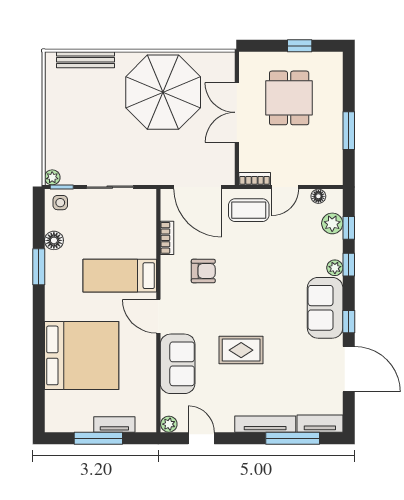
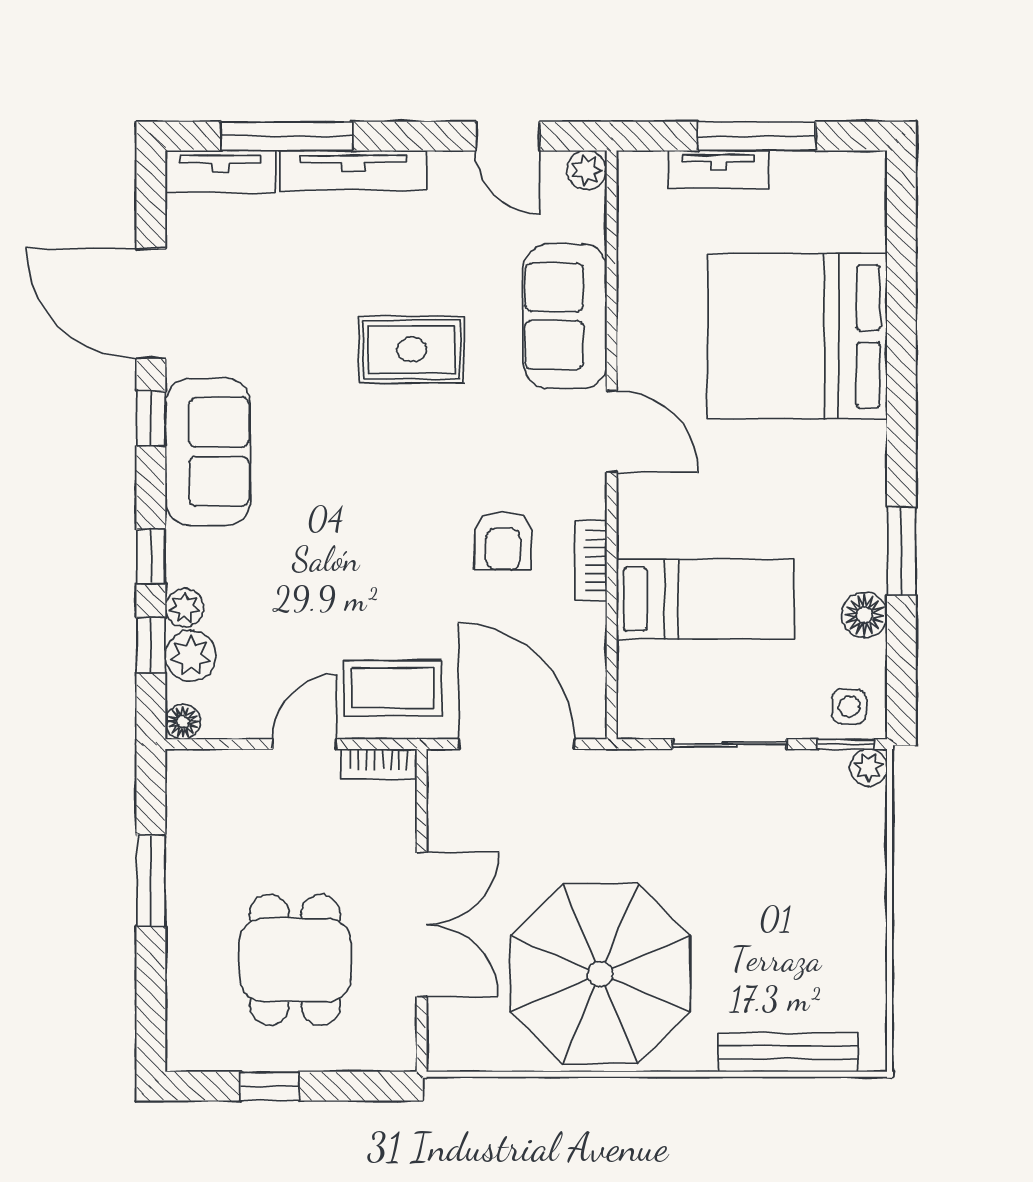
floor lamp: (318, 196) -> (183, 722), moved
bookcase: (167, 238) -> (591, 561), moved
plant: (335, 268) -> (184, 607), moved
armchair: (203, 271) -> (503, 541), turned -90
bed: (120, 276) -> (705, 599), moved

